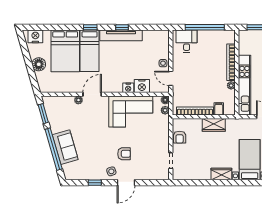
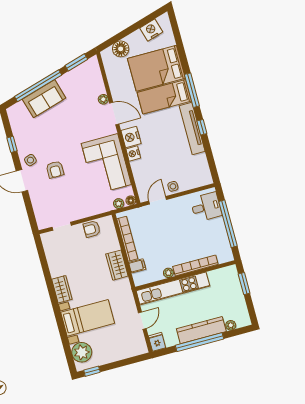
window: (90, 27) -> (192, 90), width x2.17
nightstand: (35, 36) -> (151, 30), moved, turned -106
floor lamp: (39, 64) -> (121, 49), moved
nightstand: (142, 86) -> (131, 137), moved

